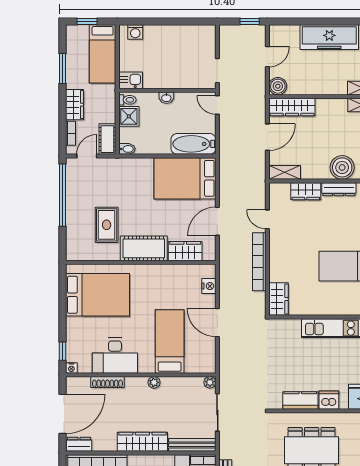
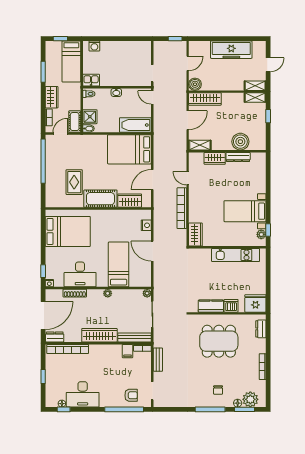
shower: (129, 116) -> (90, 117), moved

